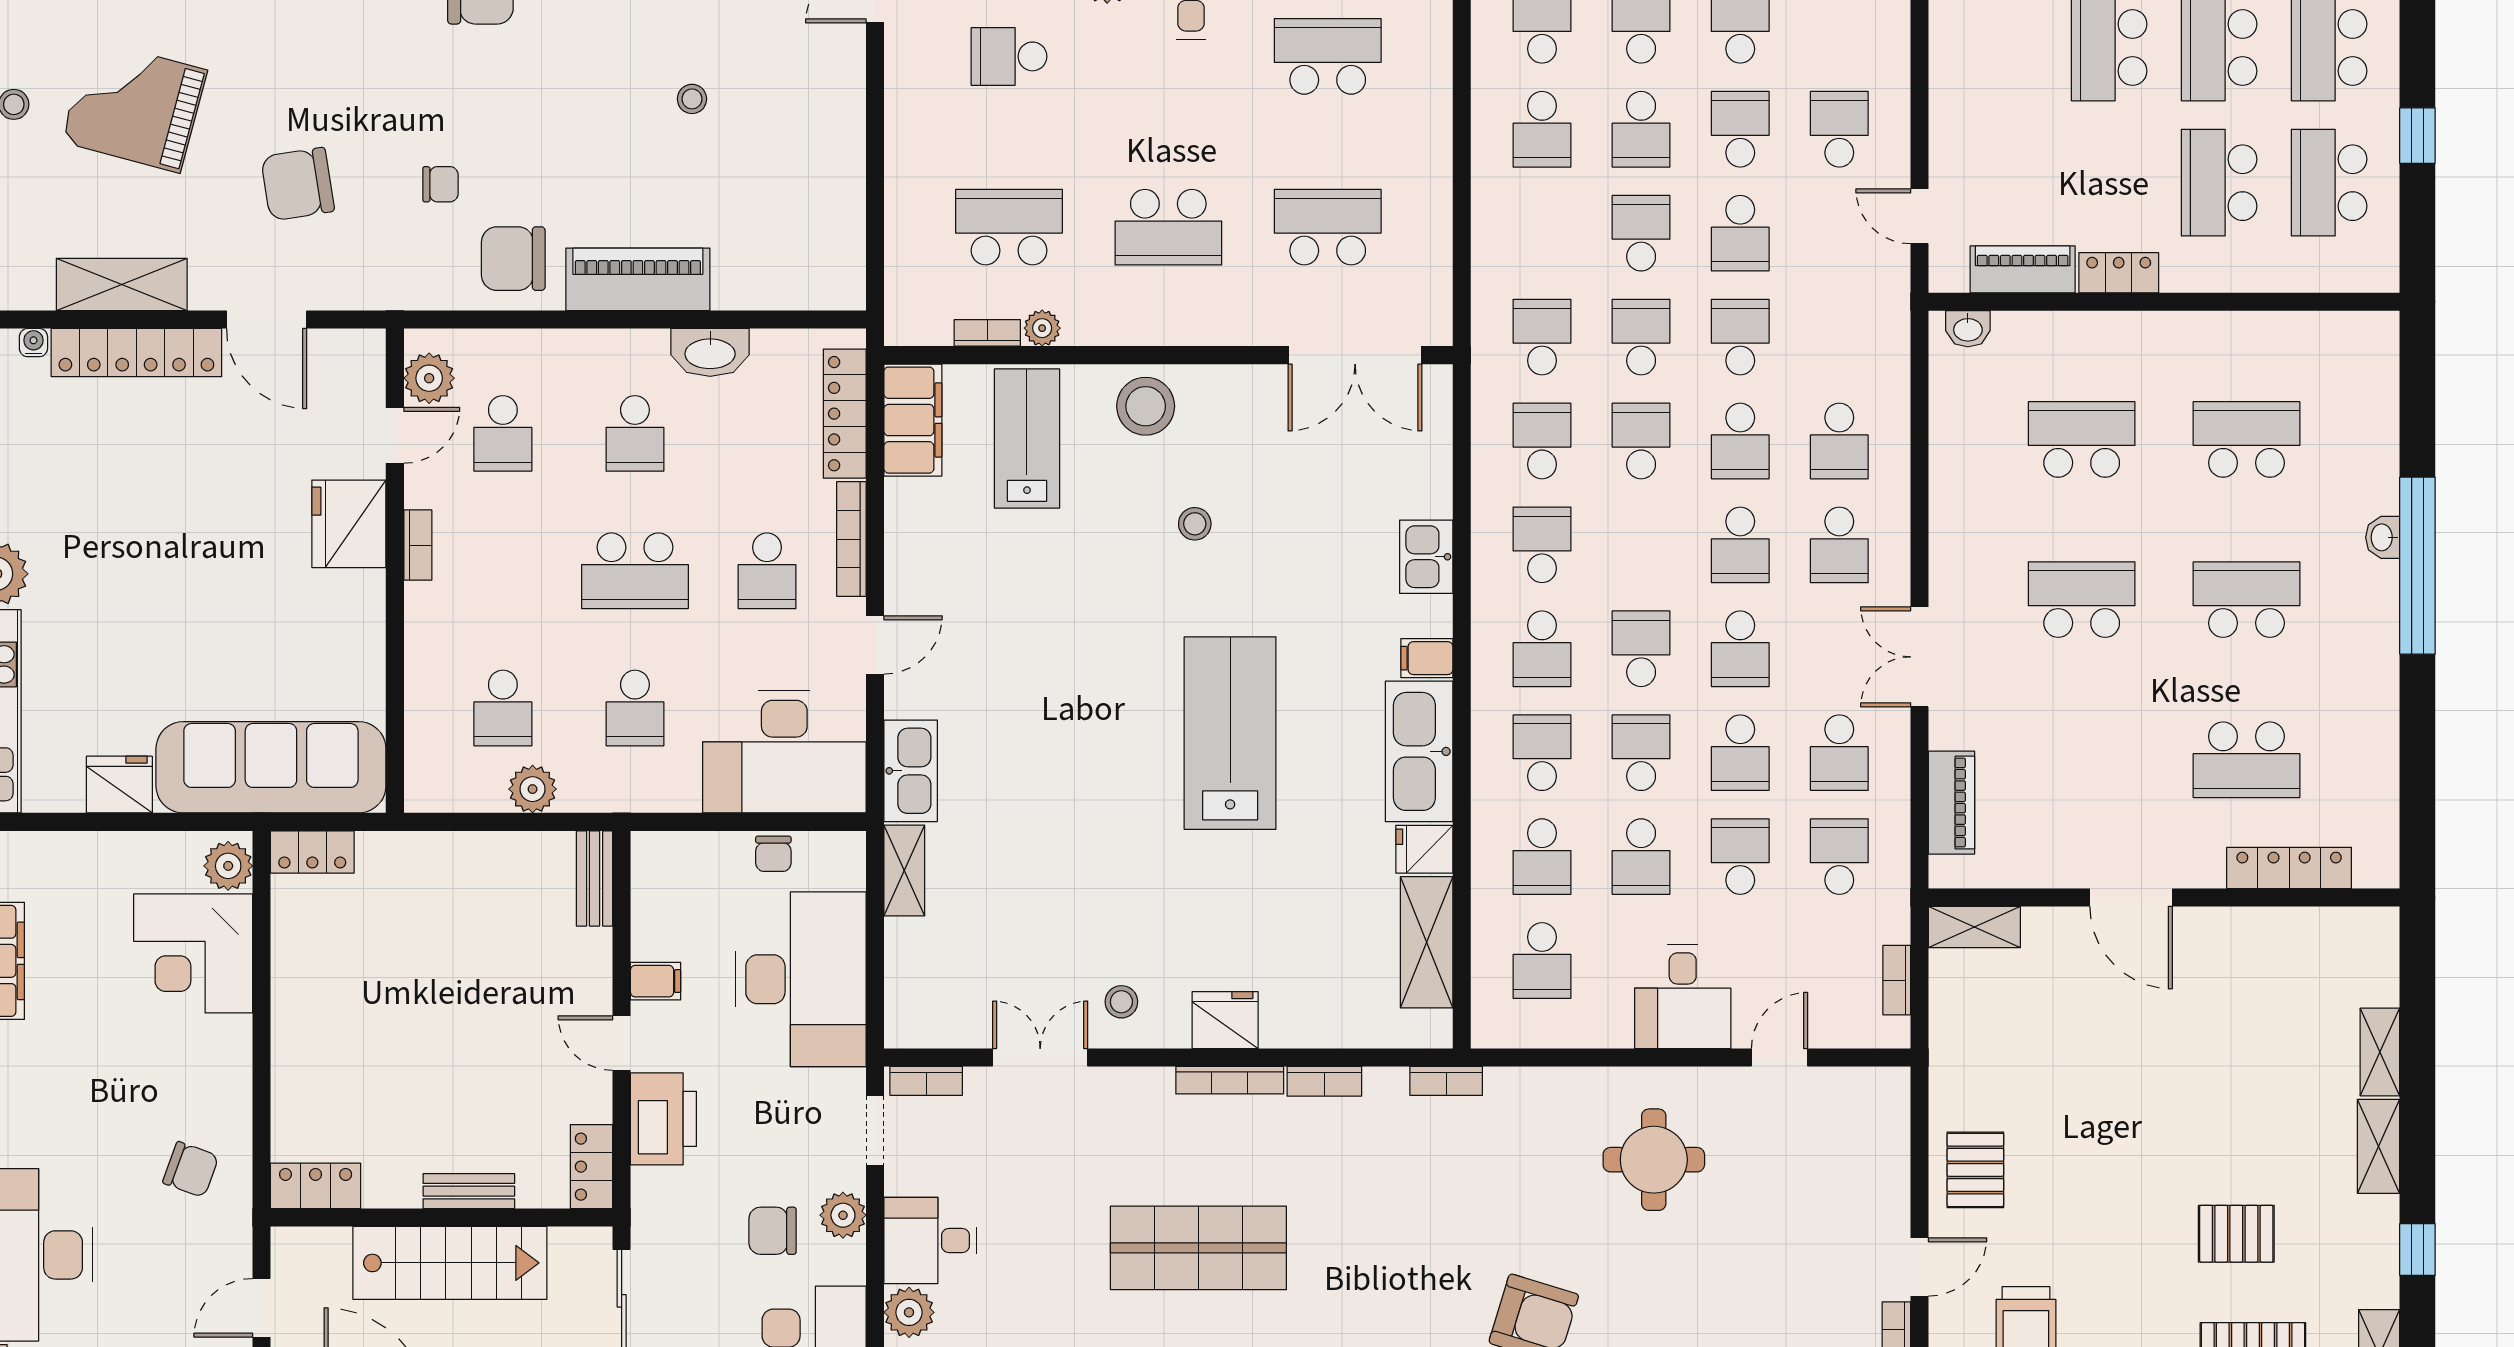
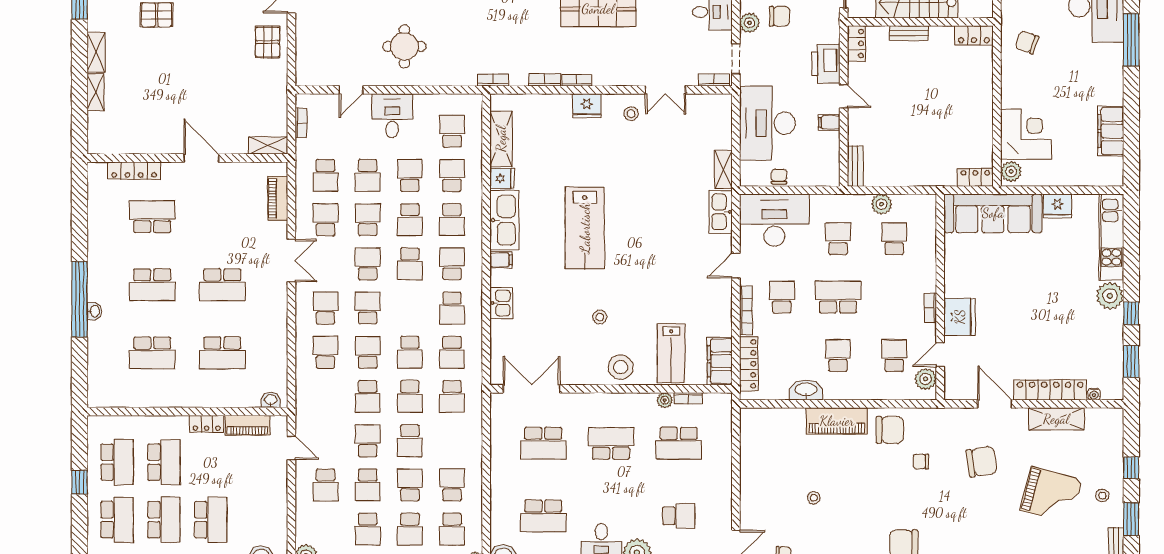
bookcase: (1230, 1080) -> (577, 80), width x0.64

